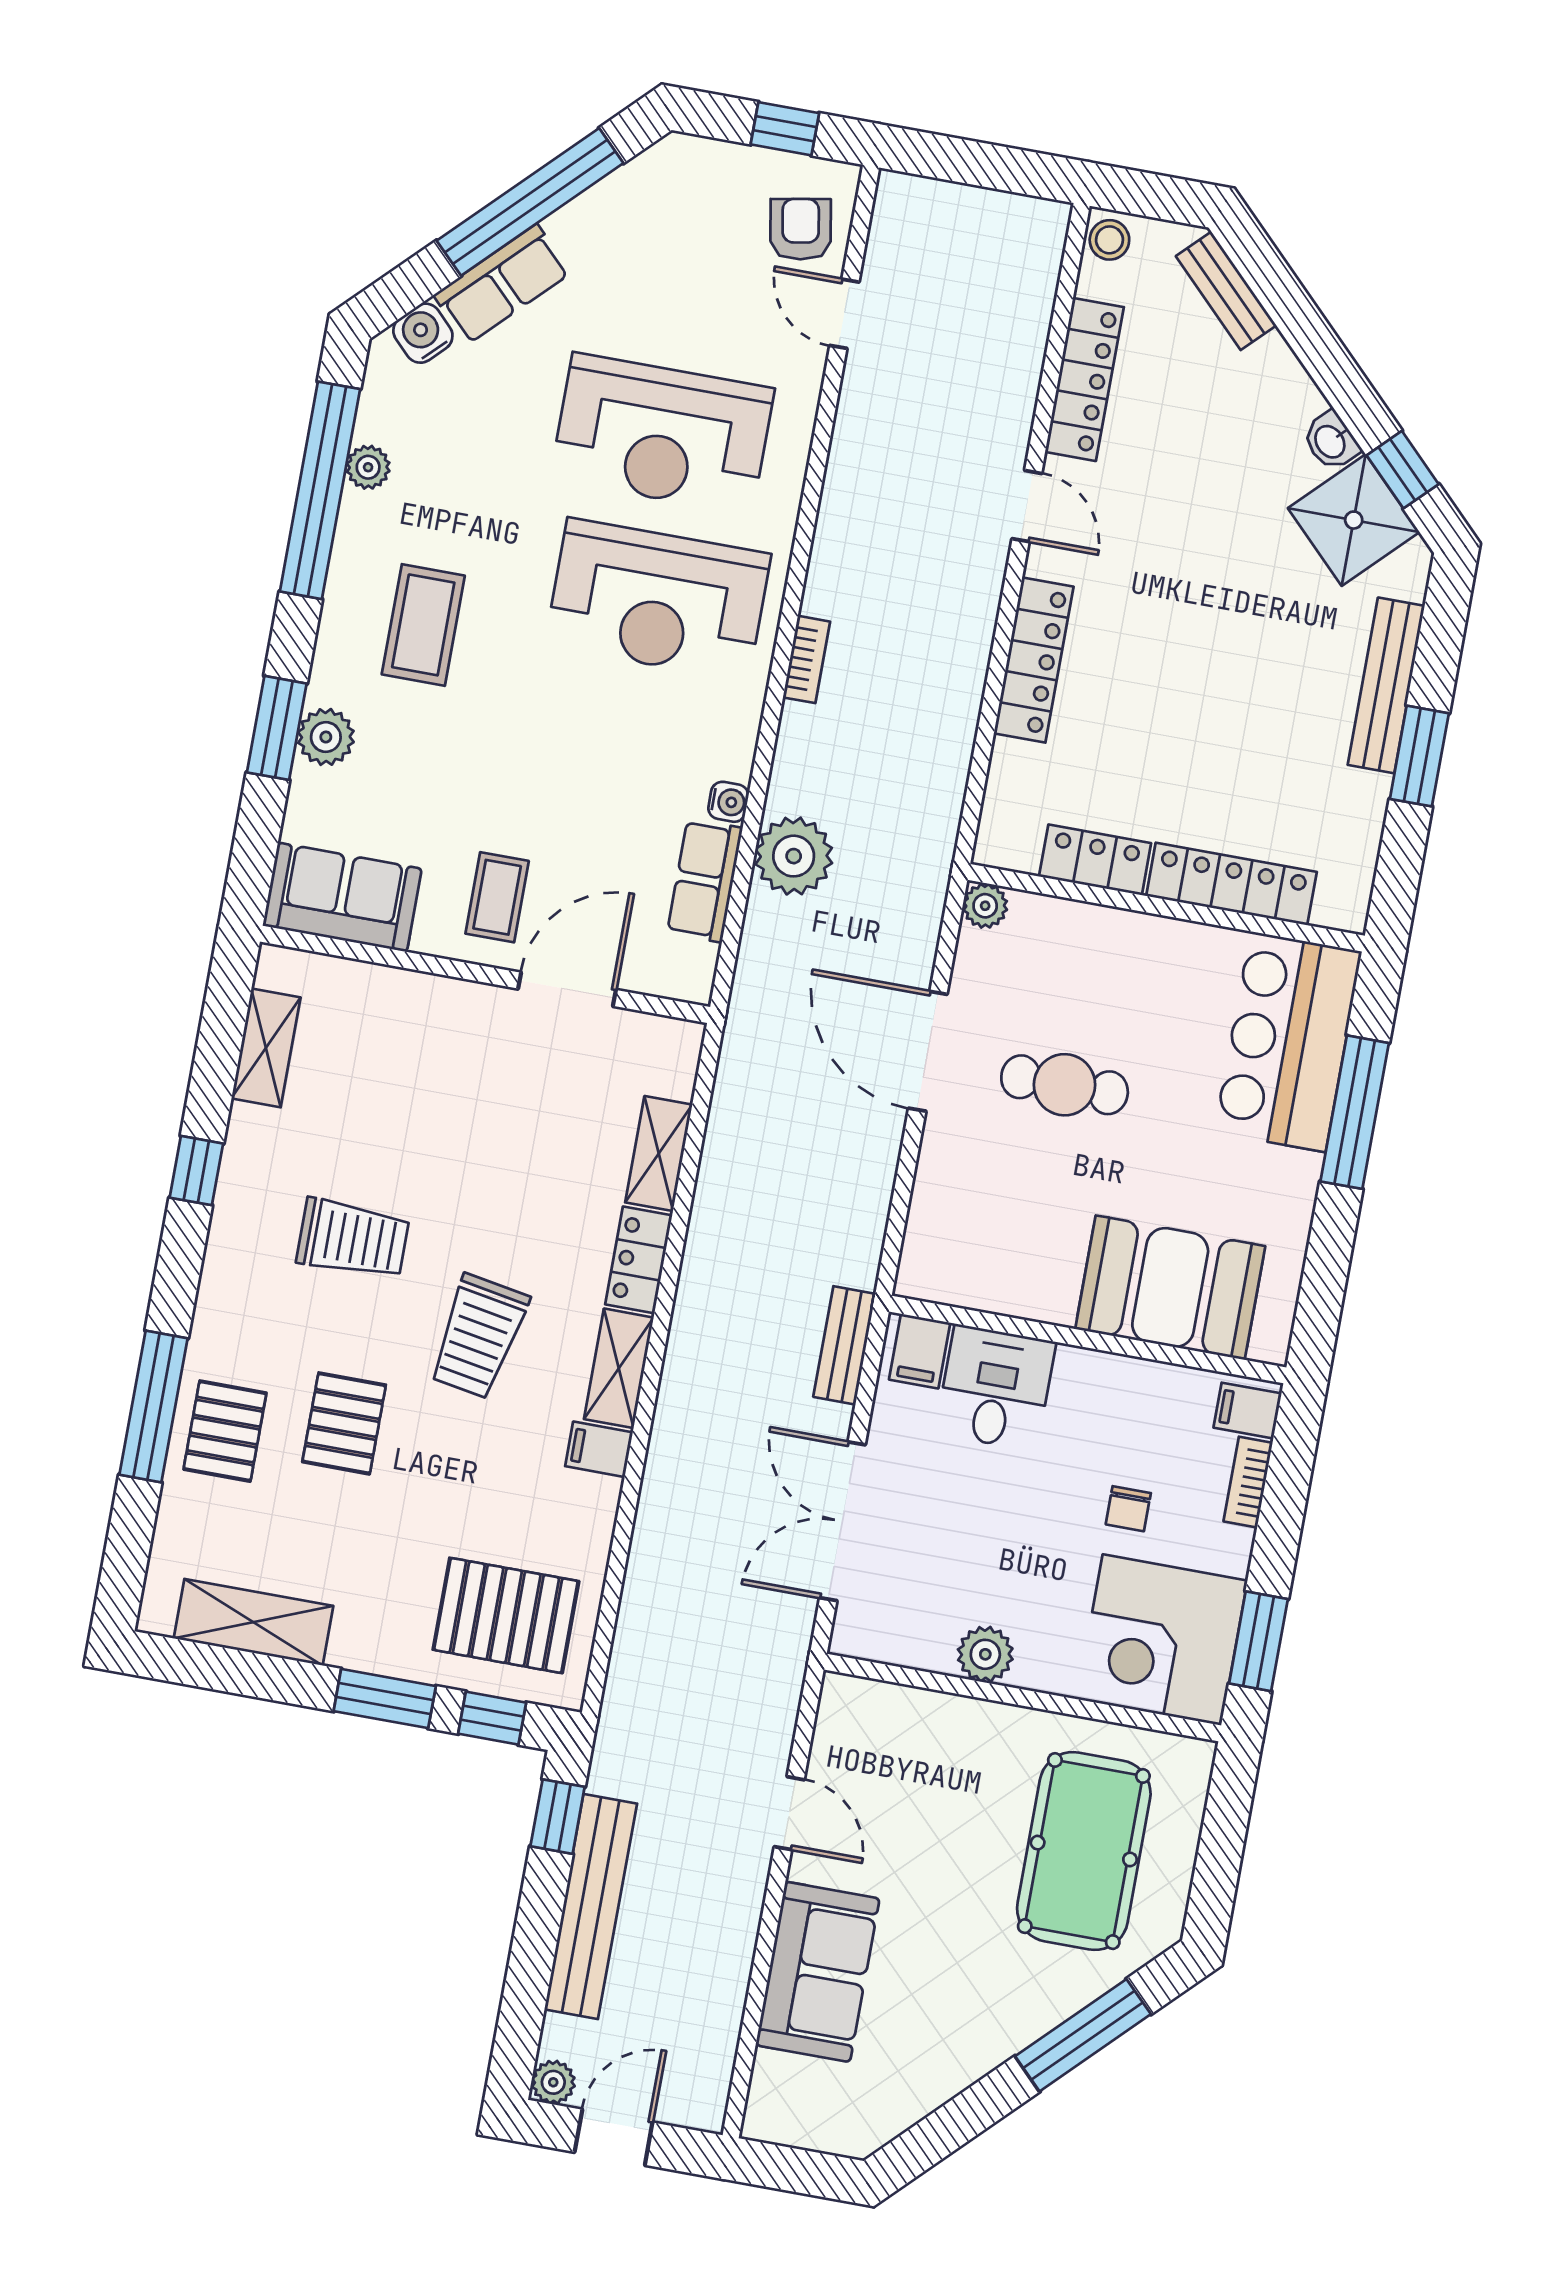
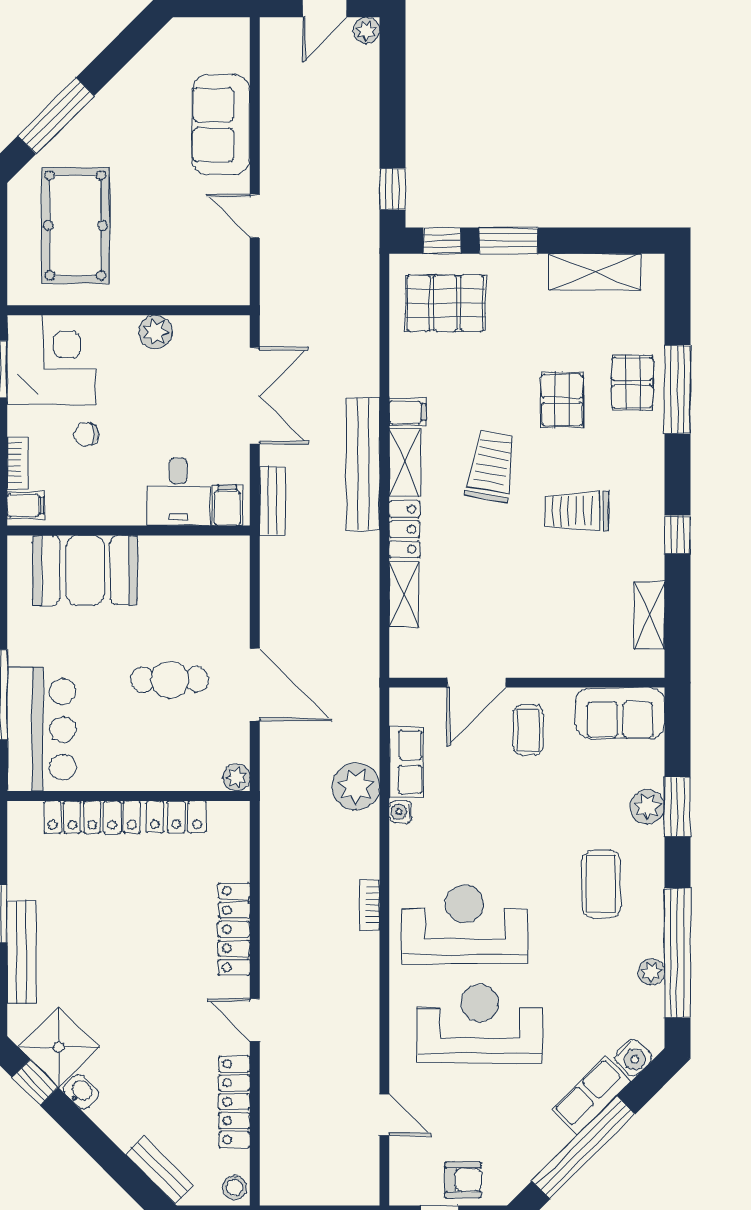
armchair: (801, 229) -> (463, 1180), moved, turned -80
chair: (1128, 1509) -> (86, 434), turned -90
bench: (591, 1906) -> (363, 464), moved

